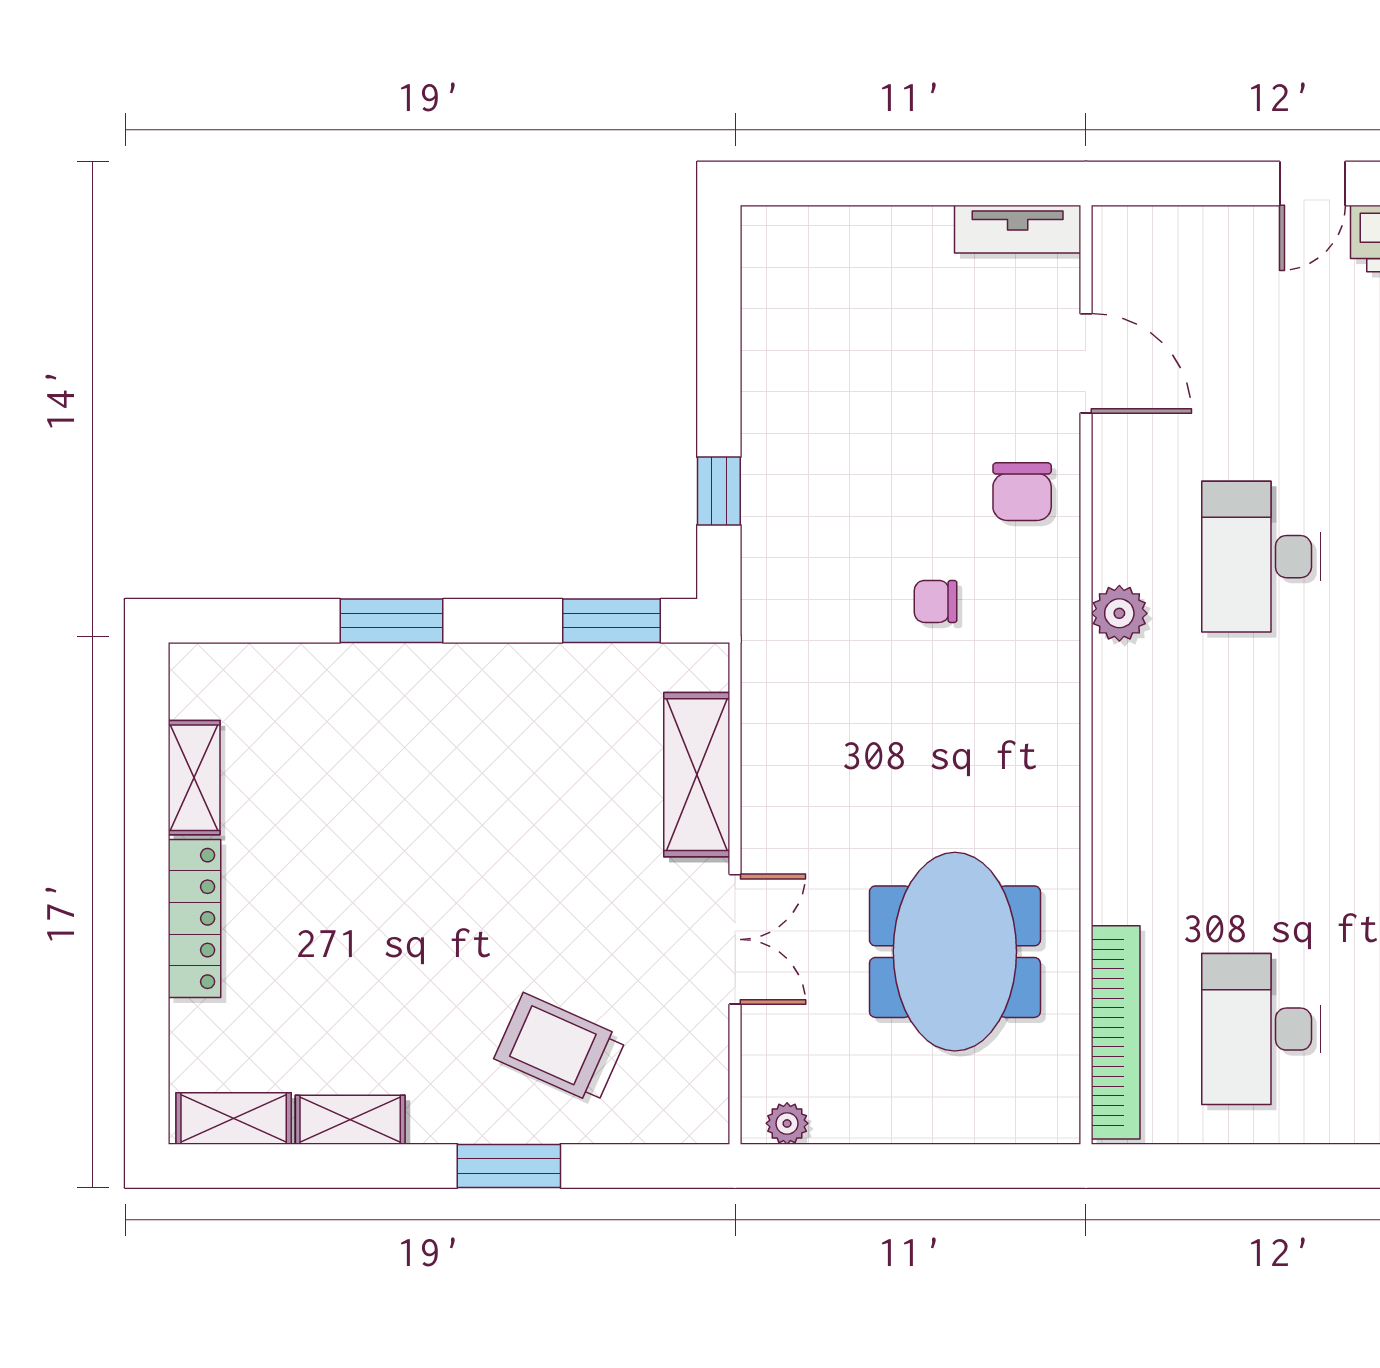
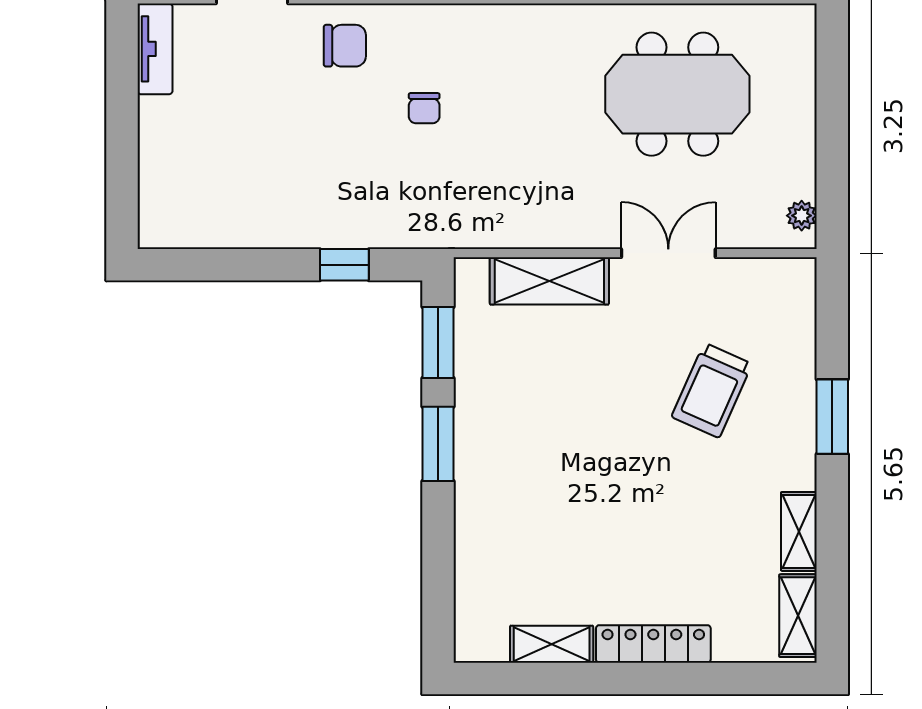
window: (392, 621) -> (438, 444), moved
trolley: (560, 1049) -> (712, 390), moved

